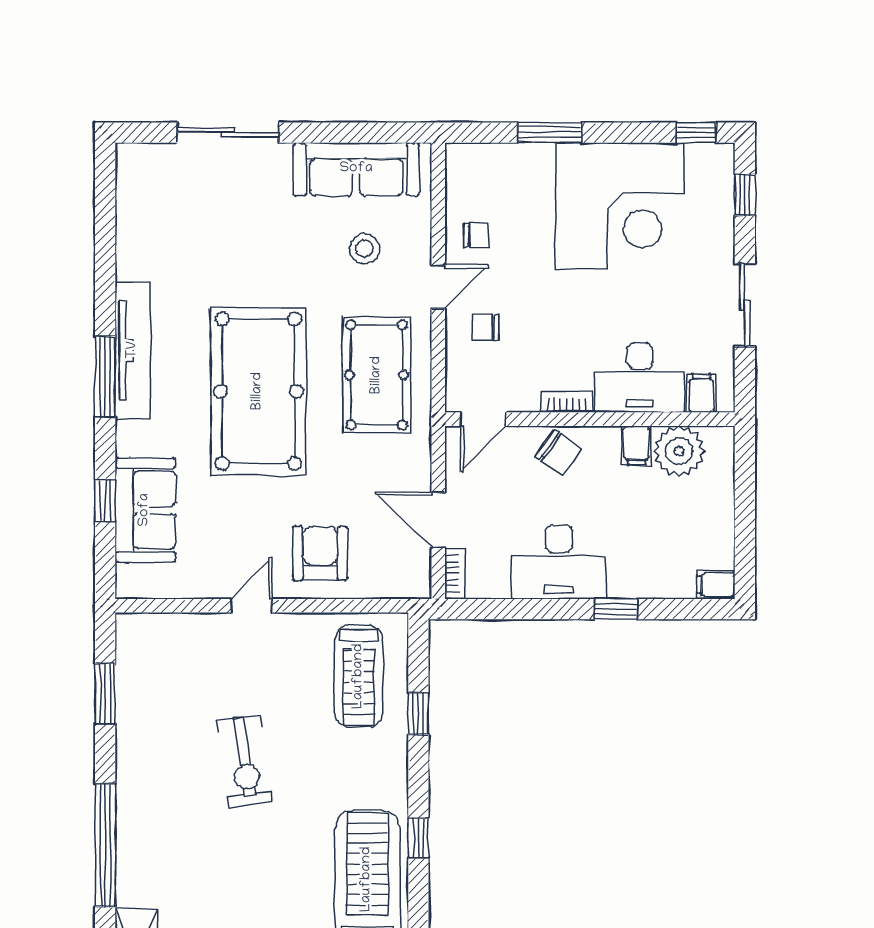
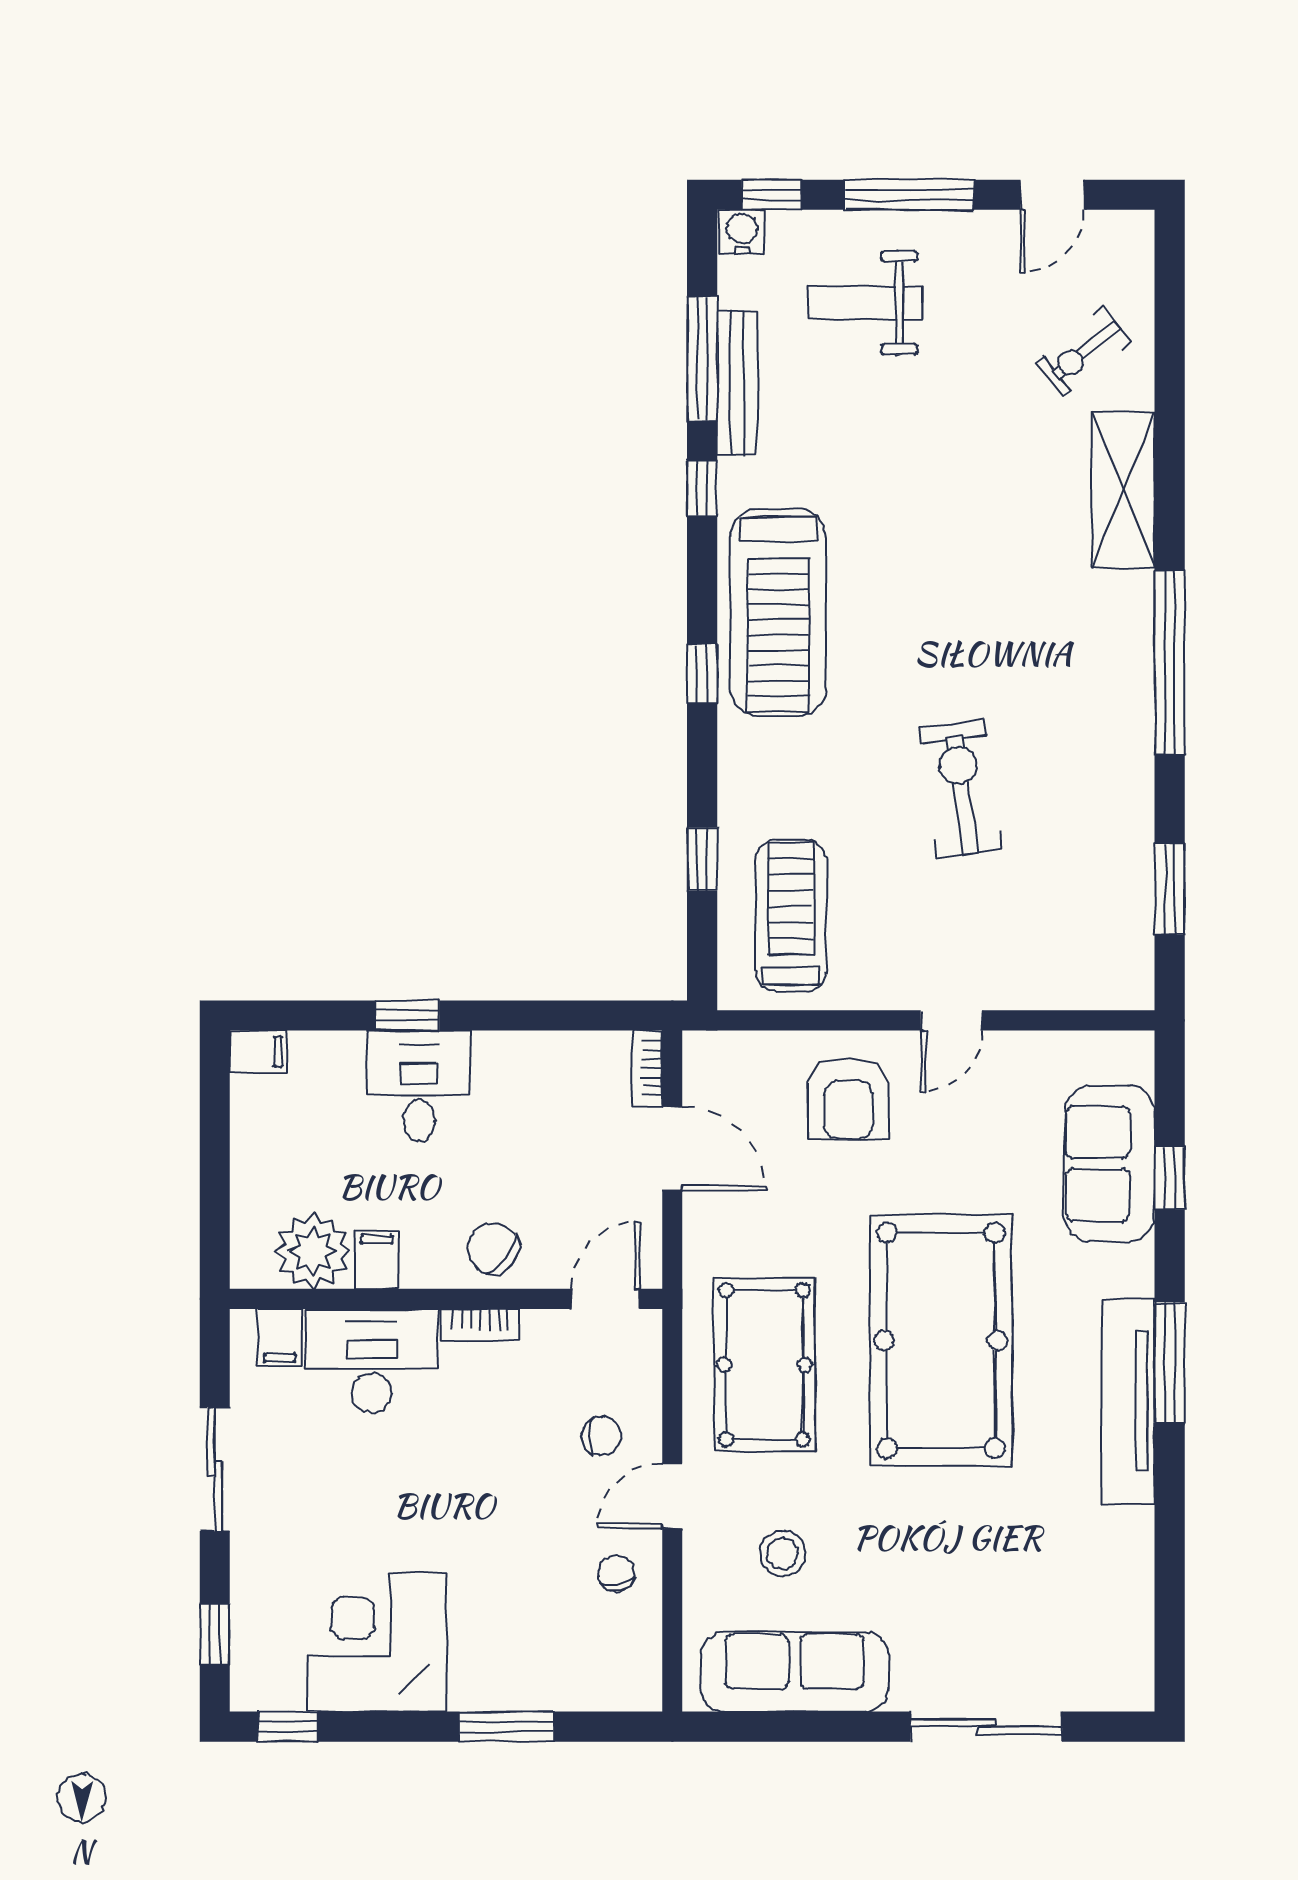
corner desk: (620, 206) -> (377, 1642), width x0.74, depth x0.74
chair: (476, 235) -> (616, 1574), turned 80
desk: (559, 562) -> (419, 1086), moved, width x0.73

